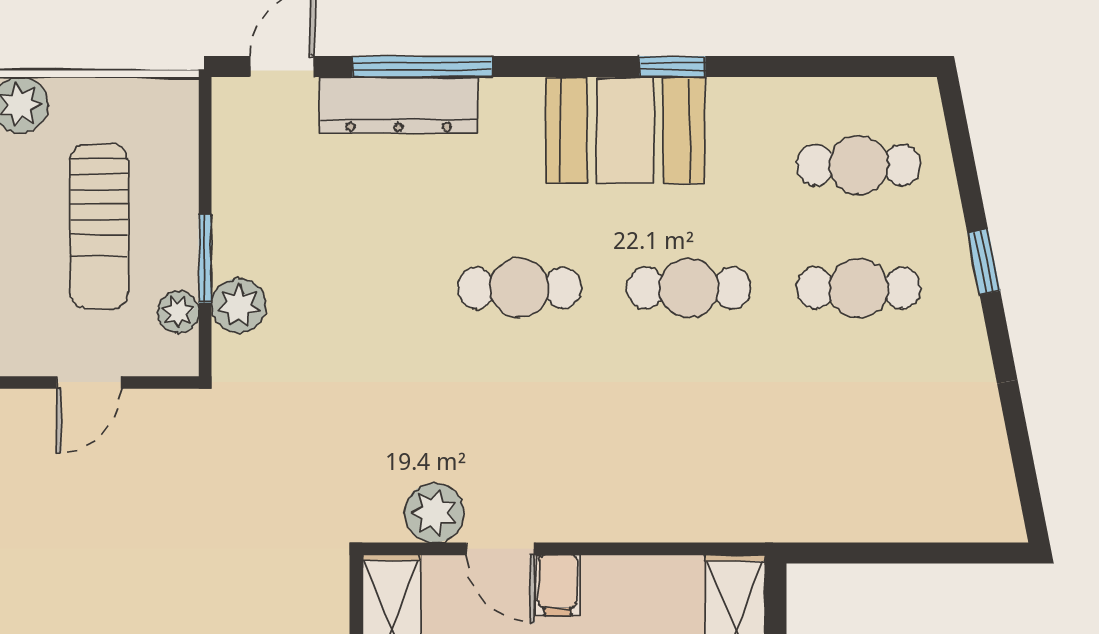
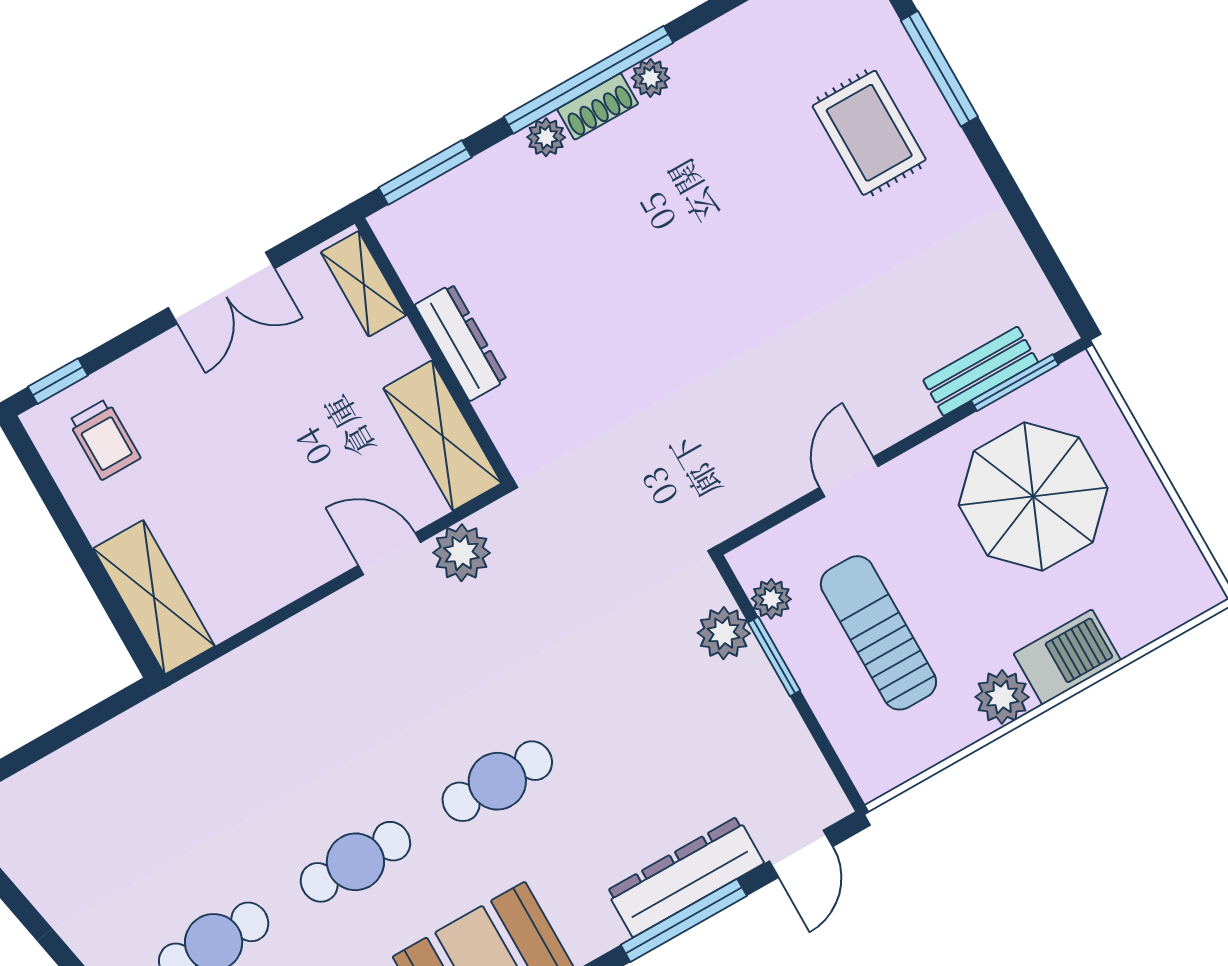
door: (89, 382) -> (849, 477), moved
filing cabinet: (558, 585) -> (324, 551), removed

